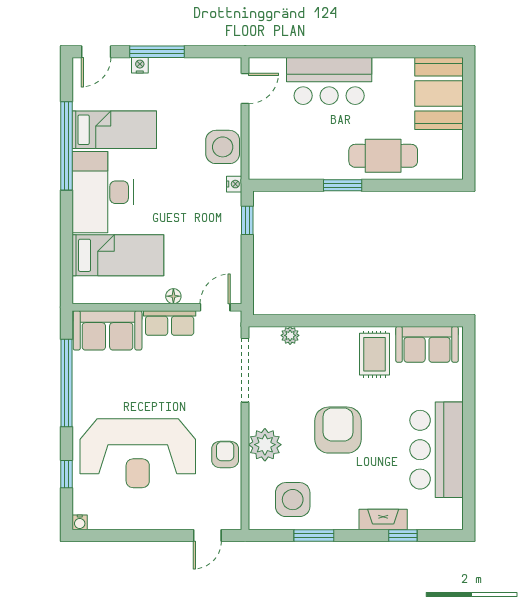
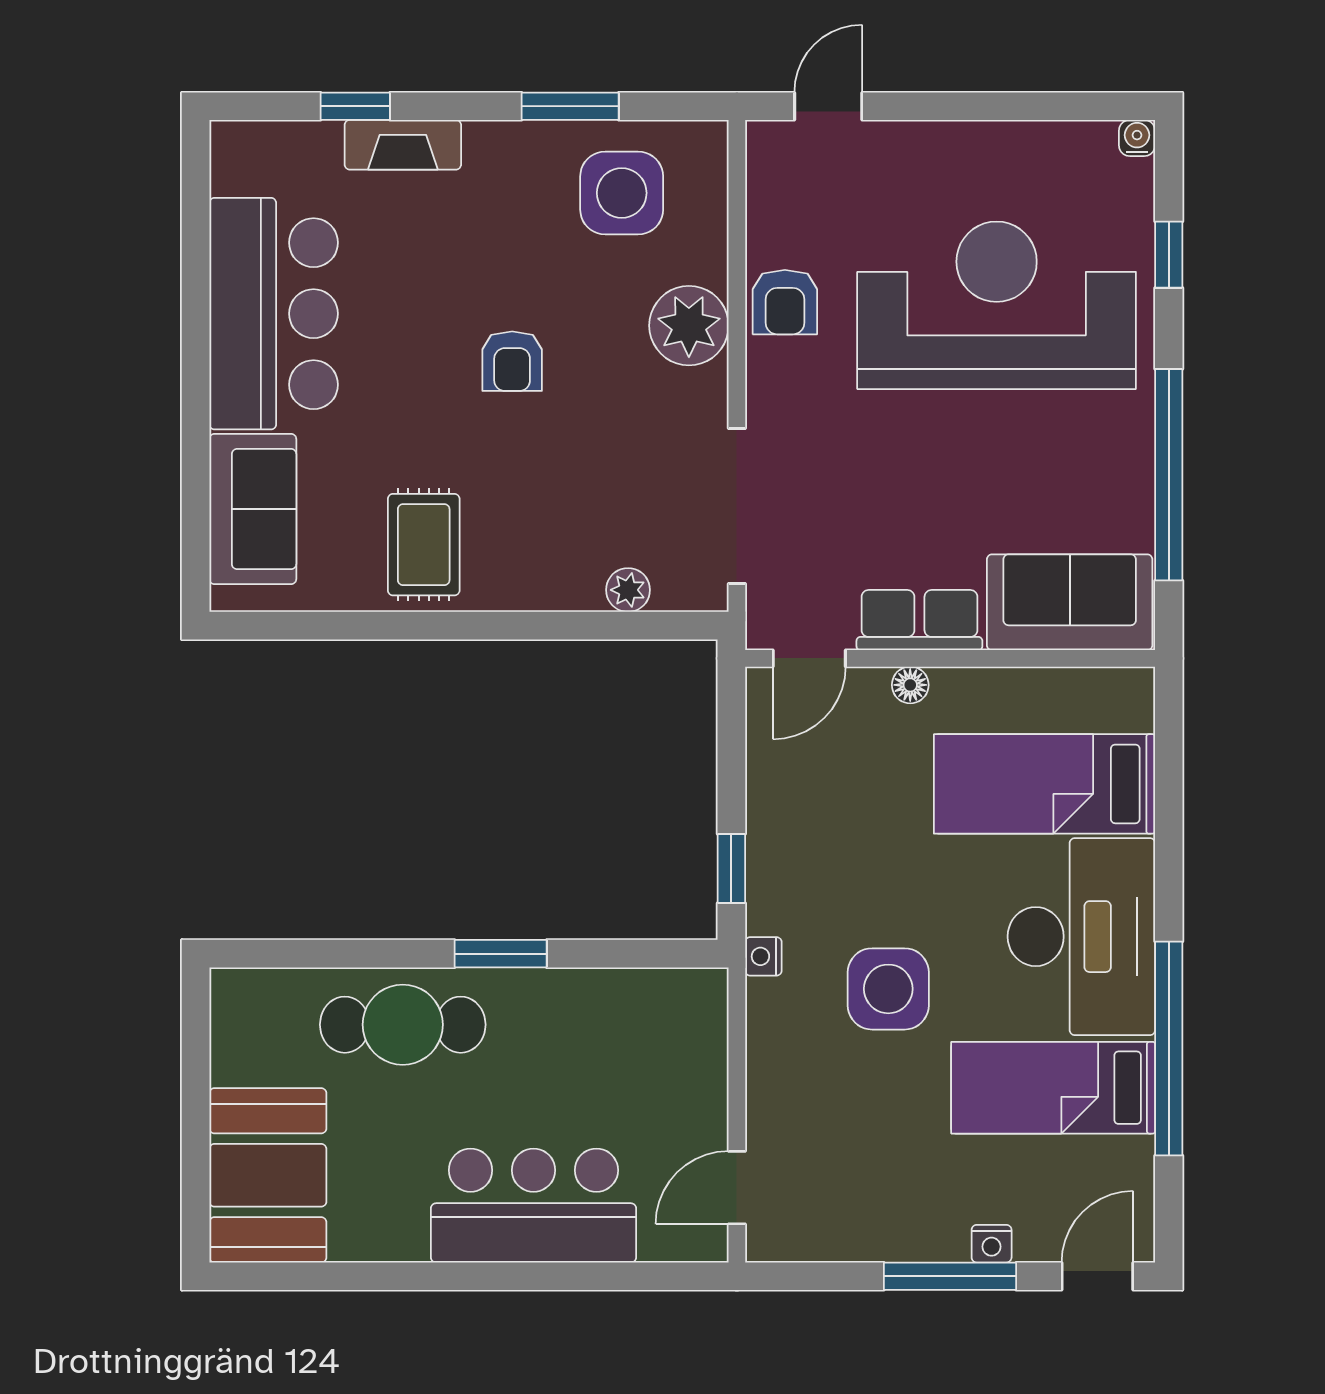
side table: (223, 147) -> (888, 989), moved
sofa: (427, 344) -> (253, 509), moved, turned 90
armchair: (338, 430) -> (512, 361), width x0.53, depth x0.53

